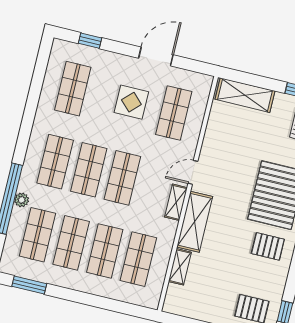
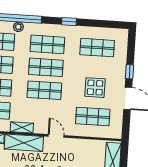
window: (90, 41) -> (130, 72), moved
window: (27, 124) -> (69, 22), added
shelving: (176, 202) -> (22, 127), moved

